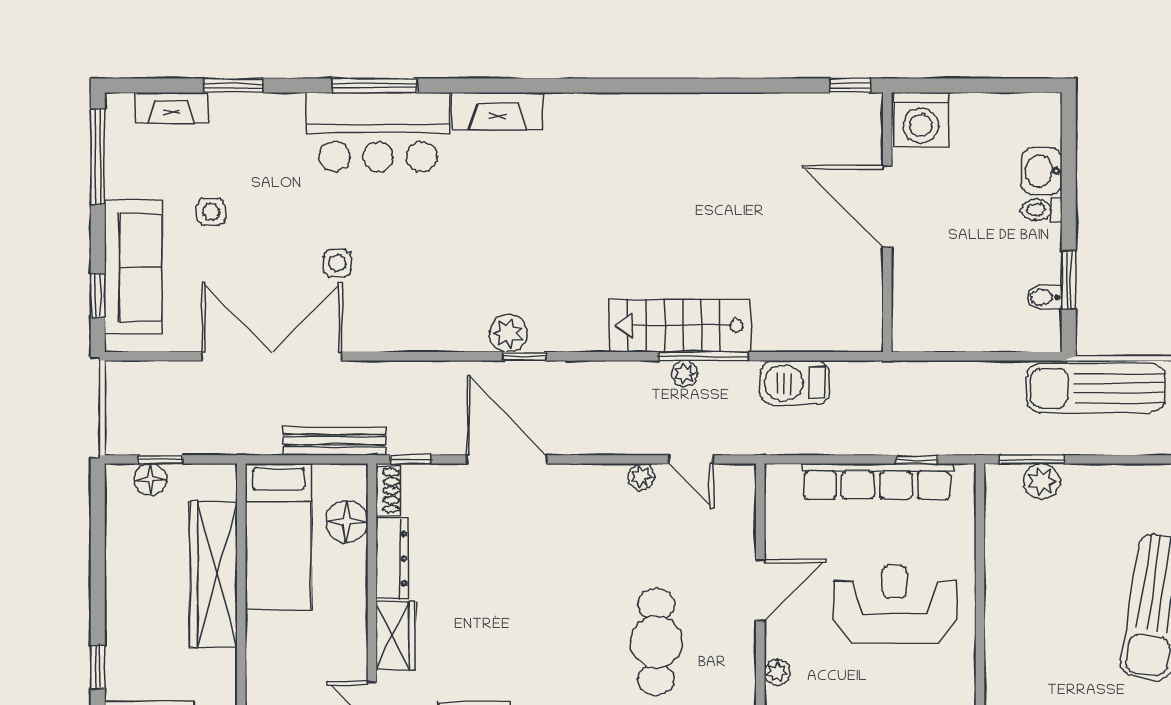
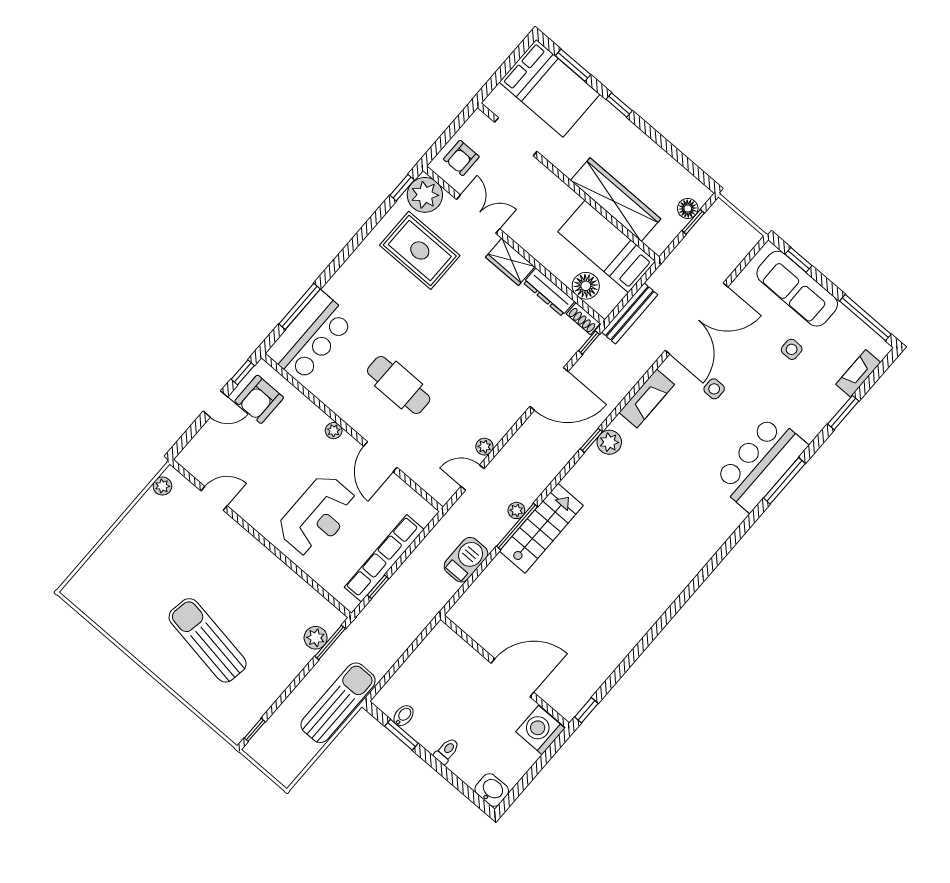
fireplace: (498, 111) -> (647, 399), moved, turned 180
washbasin: (1042, 171) -> (492, 790), moved

